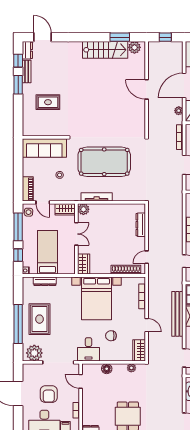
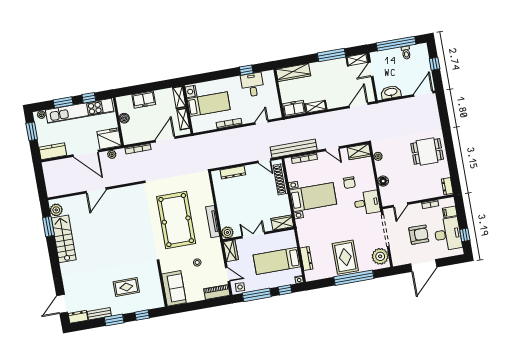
window: (165, 37) -> (40, 181), removed
window: (18, 61) -> (142, 315), moved
rug: (48, 102) -> (126, 287), turned 90
sofa: (44, 148) -> (174, 288), width x0.73
door: (43, 202) -> (228, 275), hinge flipped
bed with nightstands: (97, 298) -> (313, 197), width x0.73
bench: (177, 314) -> (294, 148), moved
rug: (39, 319) -> (345, 257), turned 90
door: (147, 325) -> (332, 149), swing flipped

